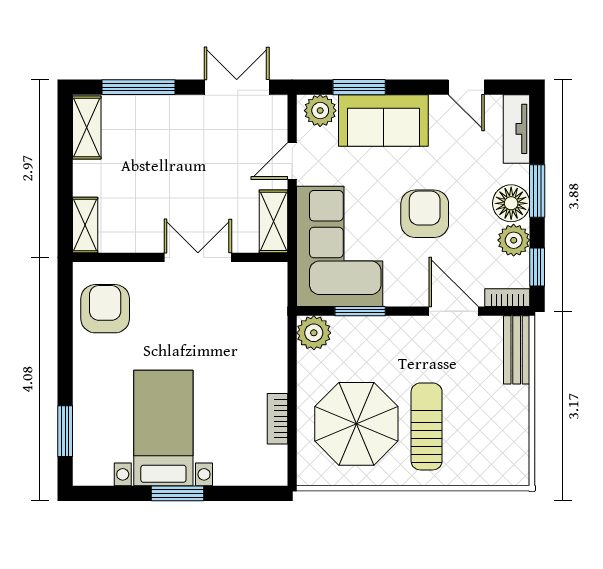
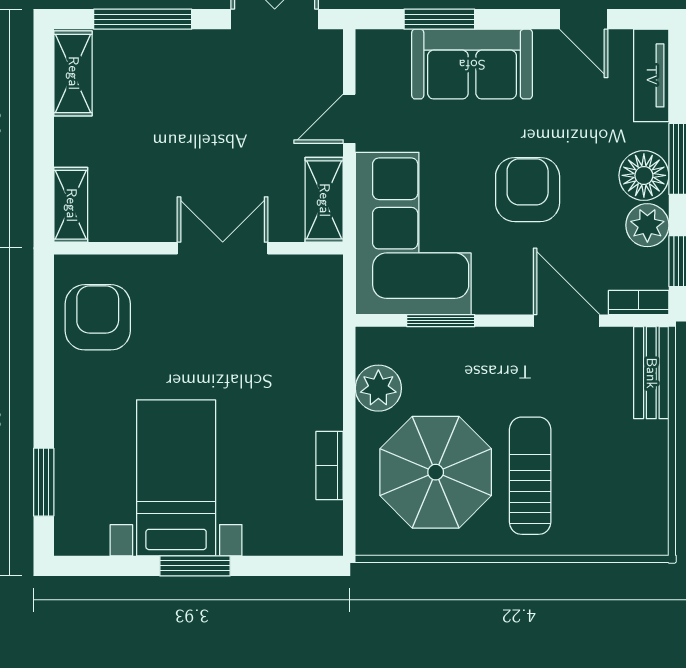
plant: (320, 111) -> (387, 51), removed
plant: (314, 333) -> (378, 388), moved

